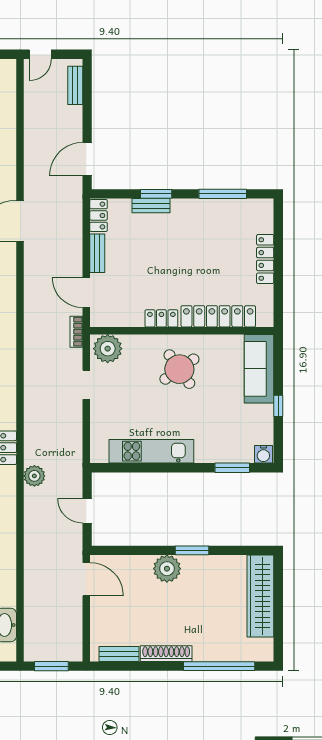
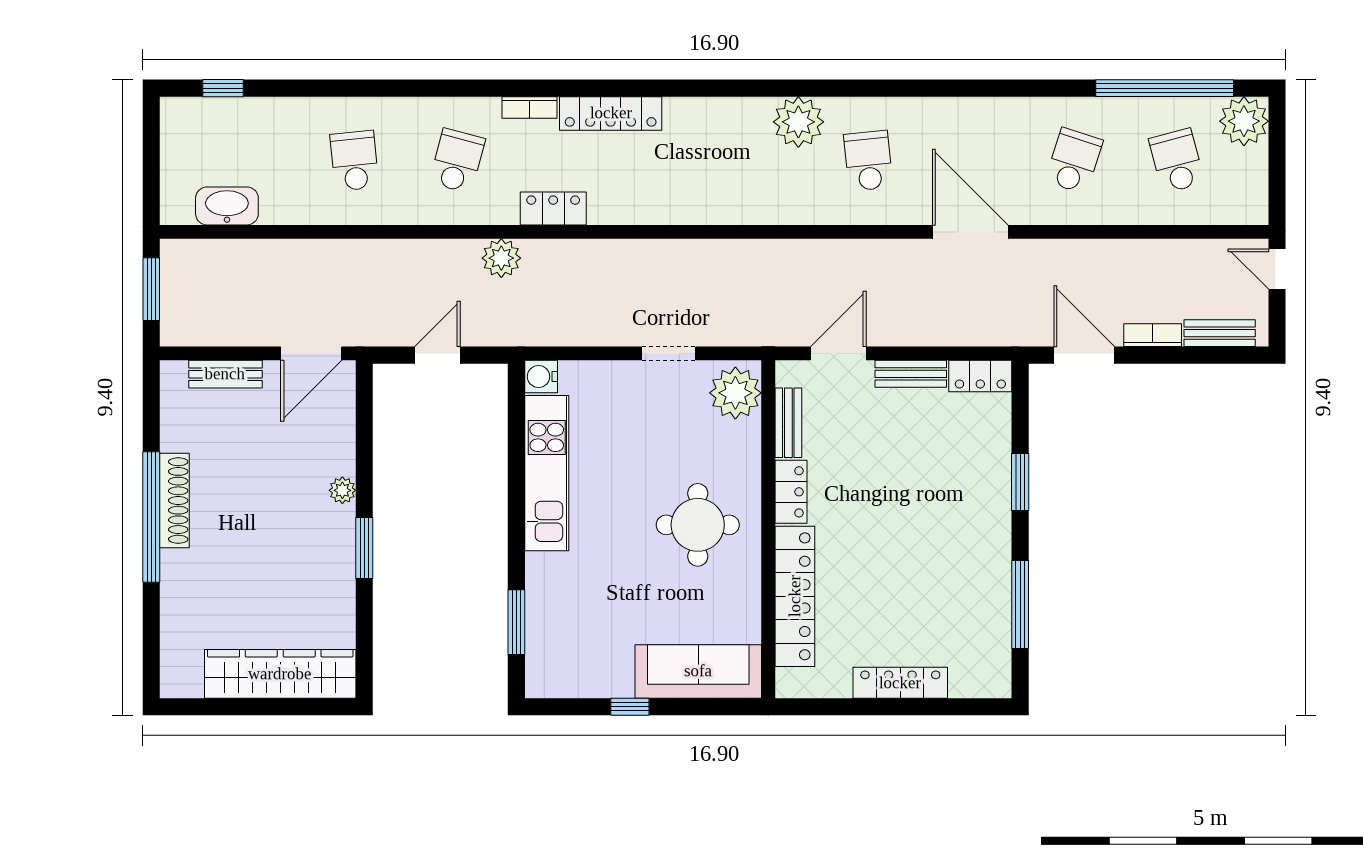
bench: (151, 206) -> (788, 423), moved
bookcase: (76, 332) -> (1153, 335), moved
round table: (179, 369) -> (698, 525), turned 35
water cooler: (263, 454) -> (541, 377), moved
plant: (167, 569) -> (342, 490), width x0.53, depth x0.53
bench: (119, 654) -> (225, 374), moved, turned 90
window: (219, 666) -> (151, 517), moved

